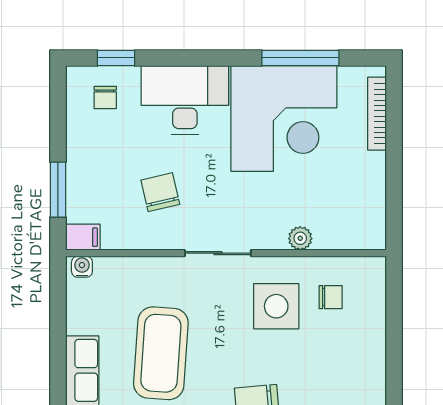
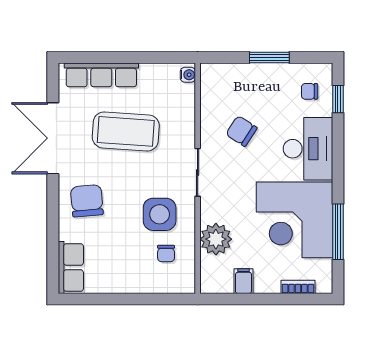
bookcase: (377, 114) -> (298, 287), width x0.64
window: (58, 190) -> (269, 57), moved
chair: (160, 192) -> (242, 131), turned -134
filing cabinet: (83, 237) -> (243, 281), moved, turned 180
plant: (300, 238) -> (216, 239), width x1.88, depth x1.88

